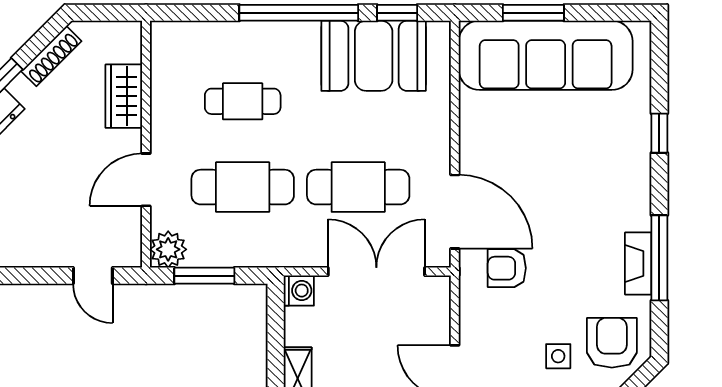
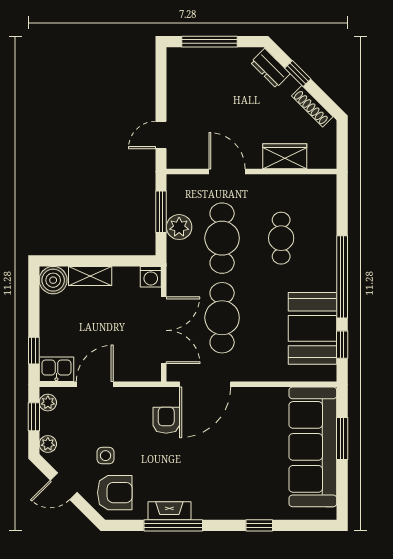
plant: (168, 249) -> (179, 227), moved

